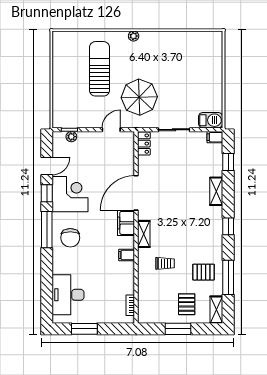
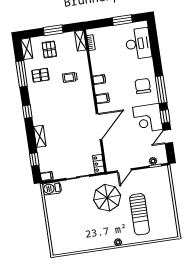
filing cabinet: (126, 223) -> (102, 98), width x0.50
shelving: (144, 234) -> (80, 41), moved

